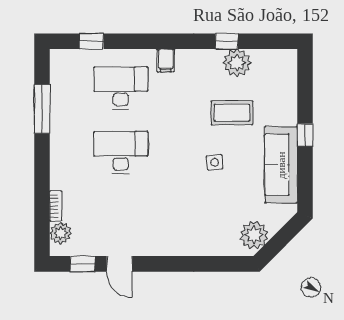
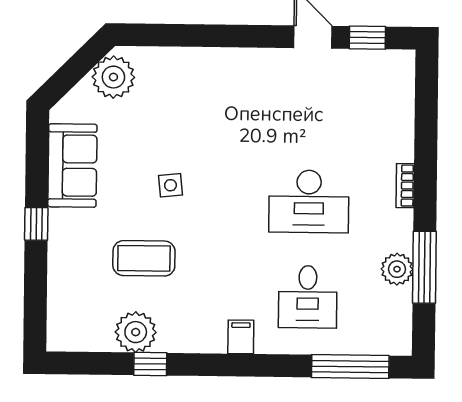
window: (91, 41) -> (350, 366), width x2.17
desk: (121, 88) -> (308, 297), width x0.73
sofa: (281, 165) -> (72, 166), width x0.73
bookcase: (56, 206) -> (405, 186), moved
plant: (61, 233) -> (397, 269), moved

